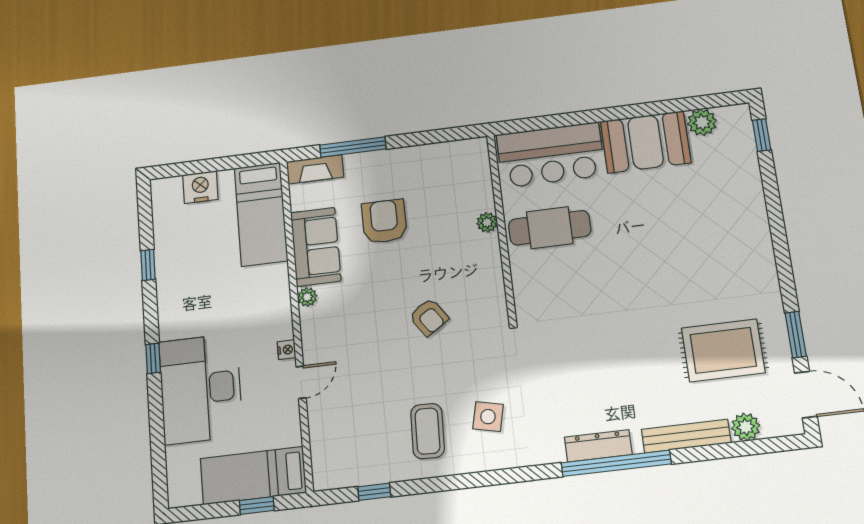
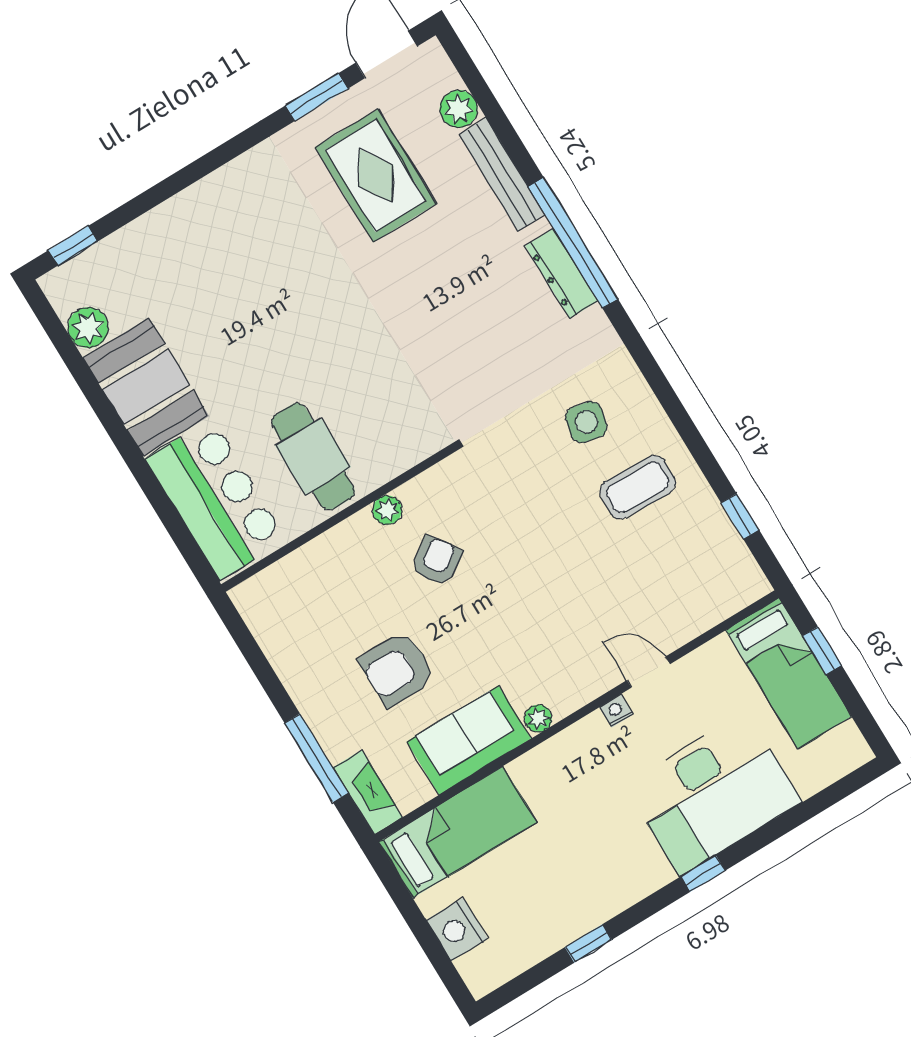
plant: (487, 222) -> (387, 510), moved
armchair: (429, 317) -> (436, 561), moved

